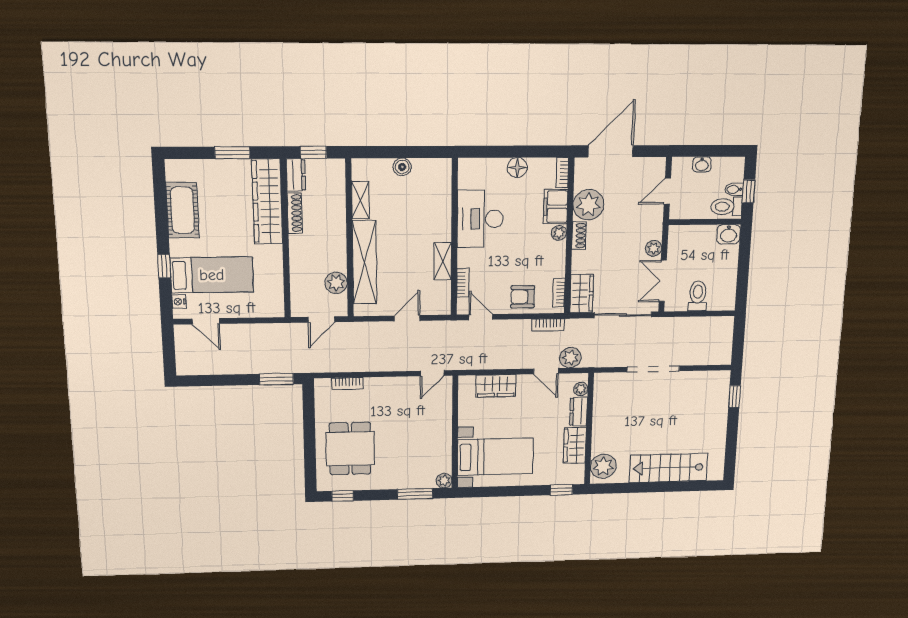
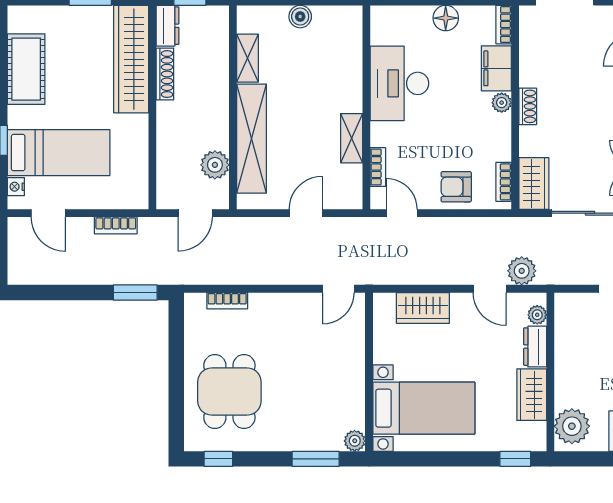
plant: (588, 205) -> (539, 66), removed
bookcase: (548, 325) -> (116, 225), moved

